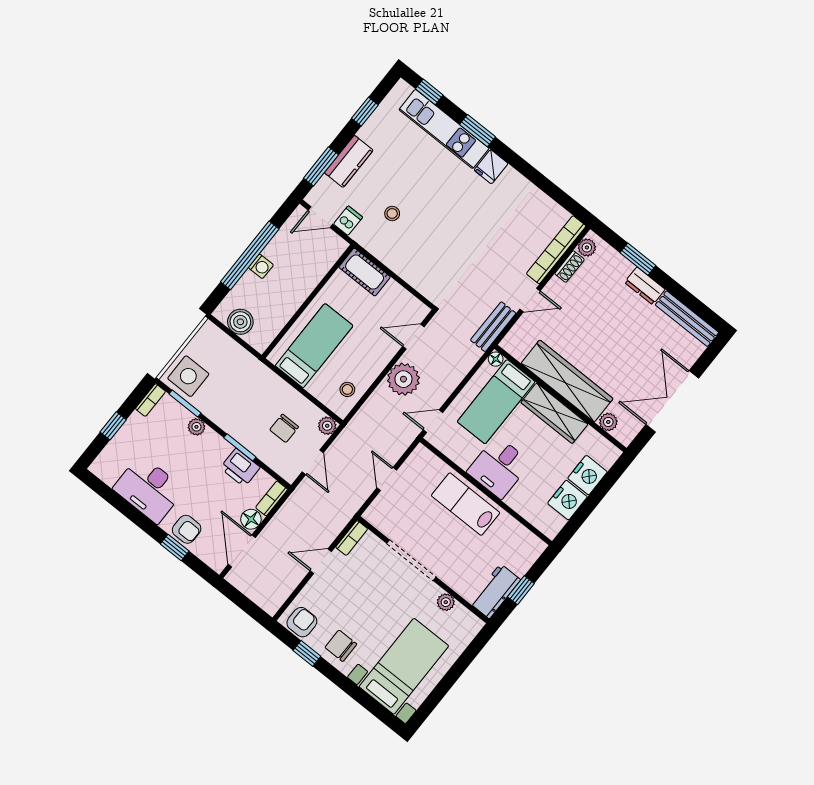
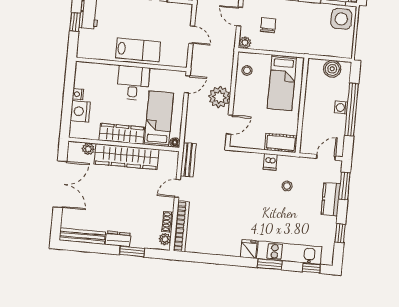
dishwasher: (348, 221) -> (270, 162), moved
nightstand: (567, 500) -> (78, 94), width x0.53, depth x0.56

